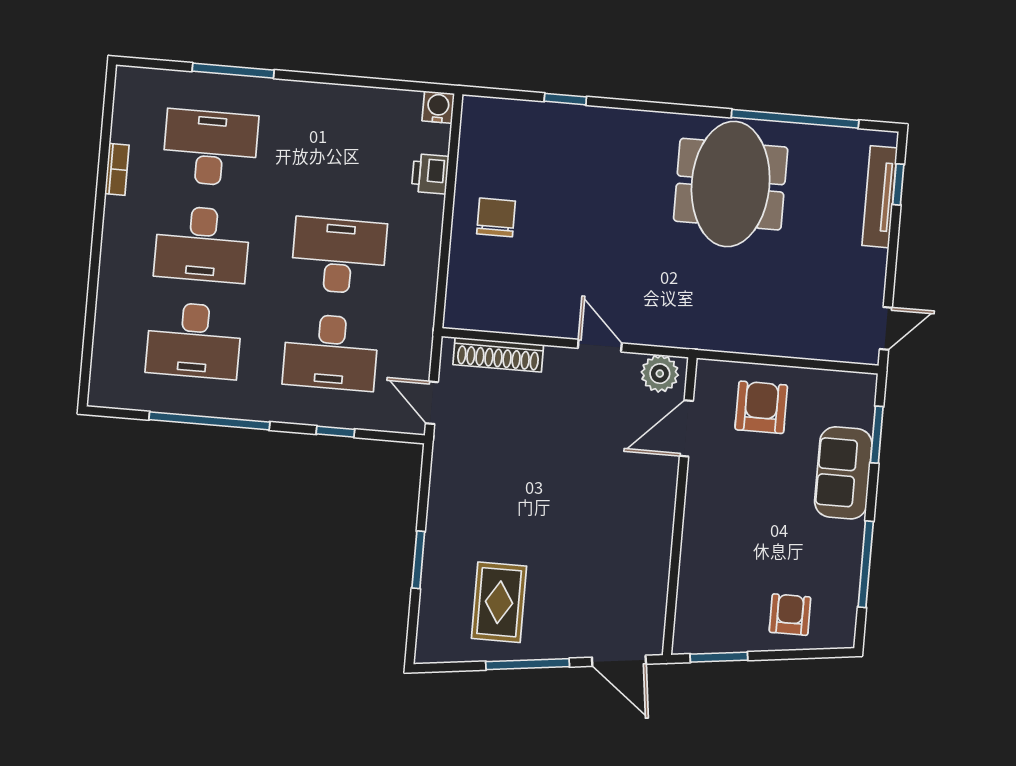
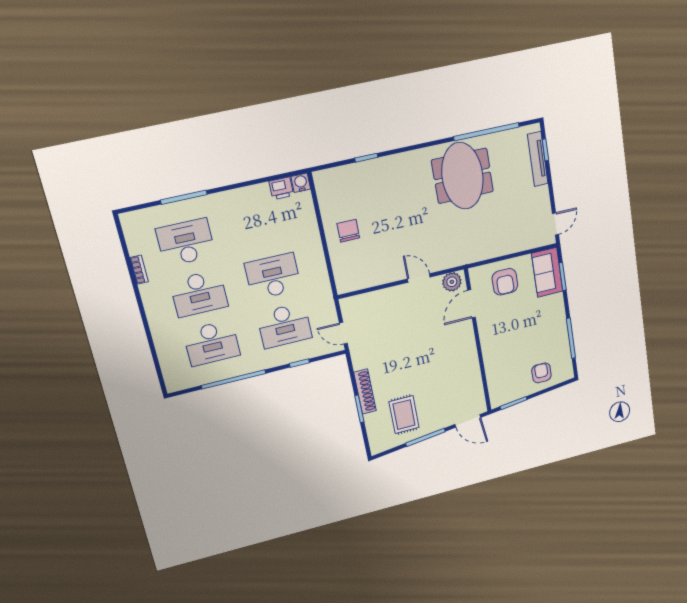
printer: (430, 174) -> (281, 188), moved, turned -90
shoe rack: (498, 355) -> (365, 392), moved, turned -90
armchair: (761, 407) -> (505, 282), turned 180
sofa: (843, 473) -> (547, 272), moved

